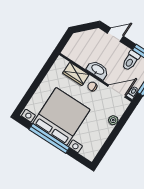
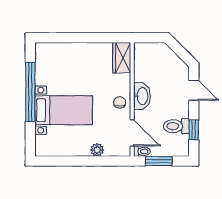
wardrobe: (76, 74) -> (122, 58), moved
bed with nightstands: (61, 116) -> (64, 110), width x0.54

